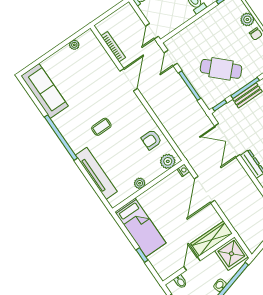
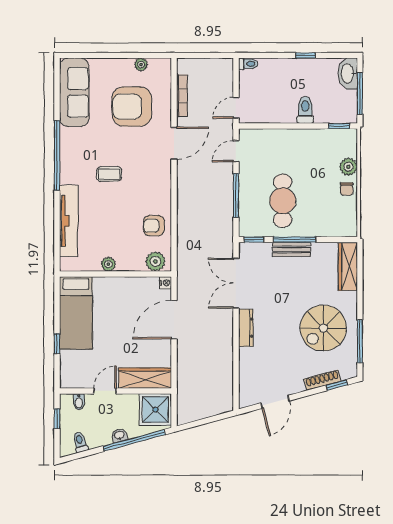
cafe table: (221, 69) -> (283, 201), turned 46
armchair: (87, 75) -> (132, 107), added

